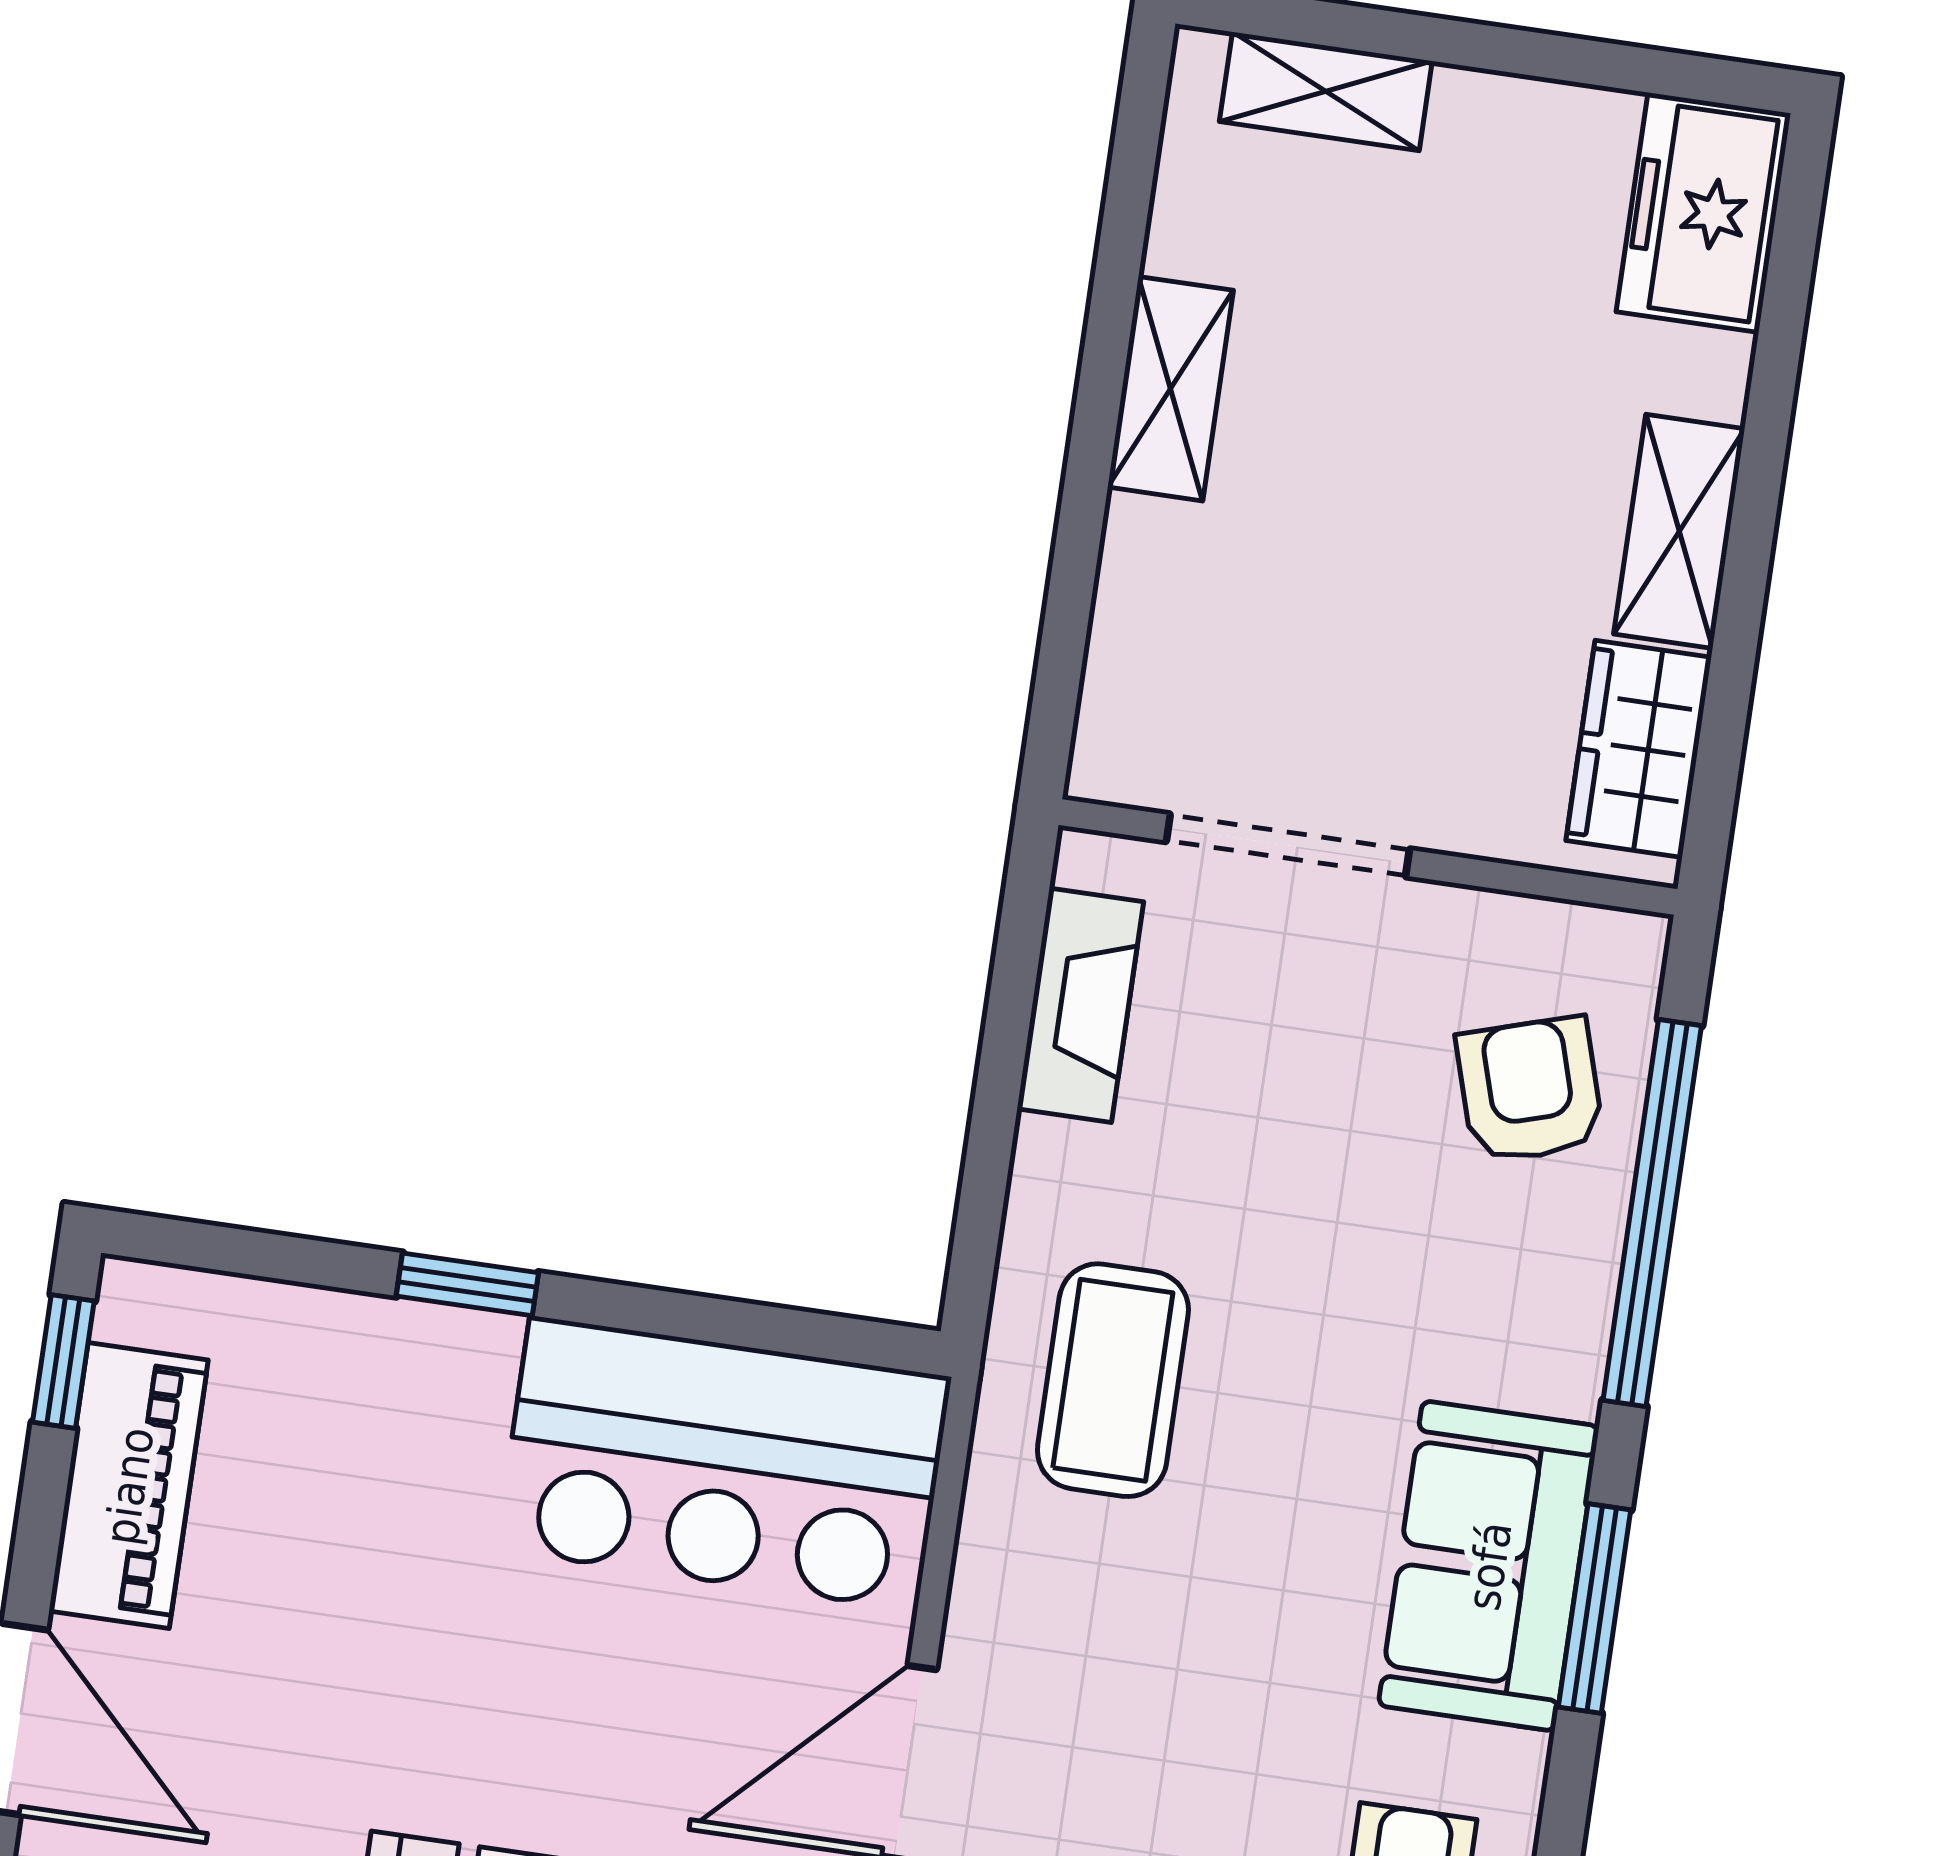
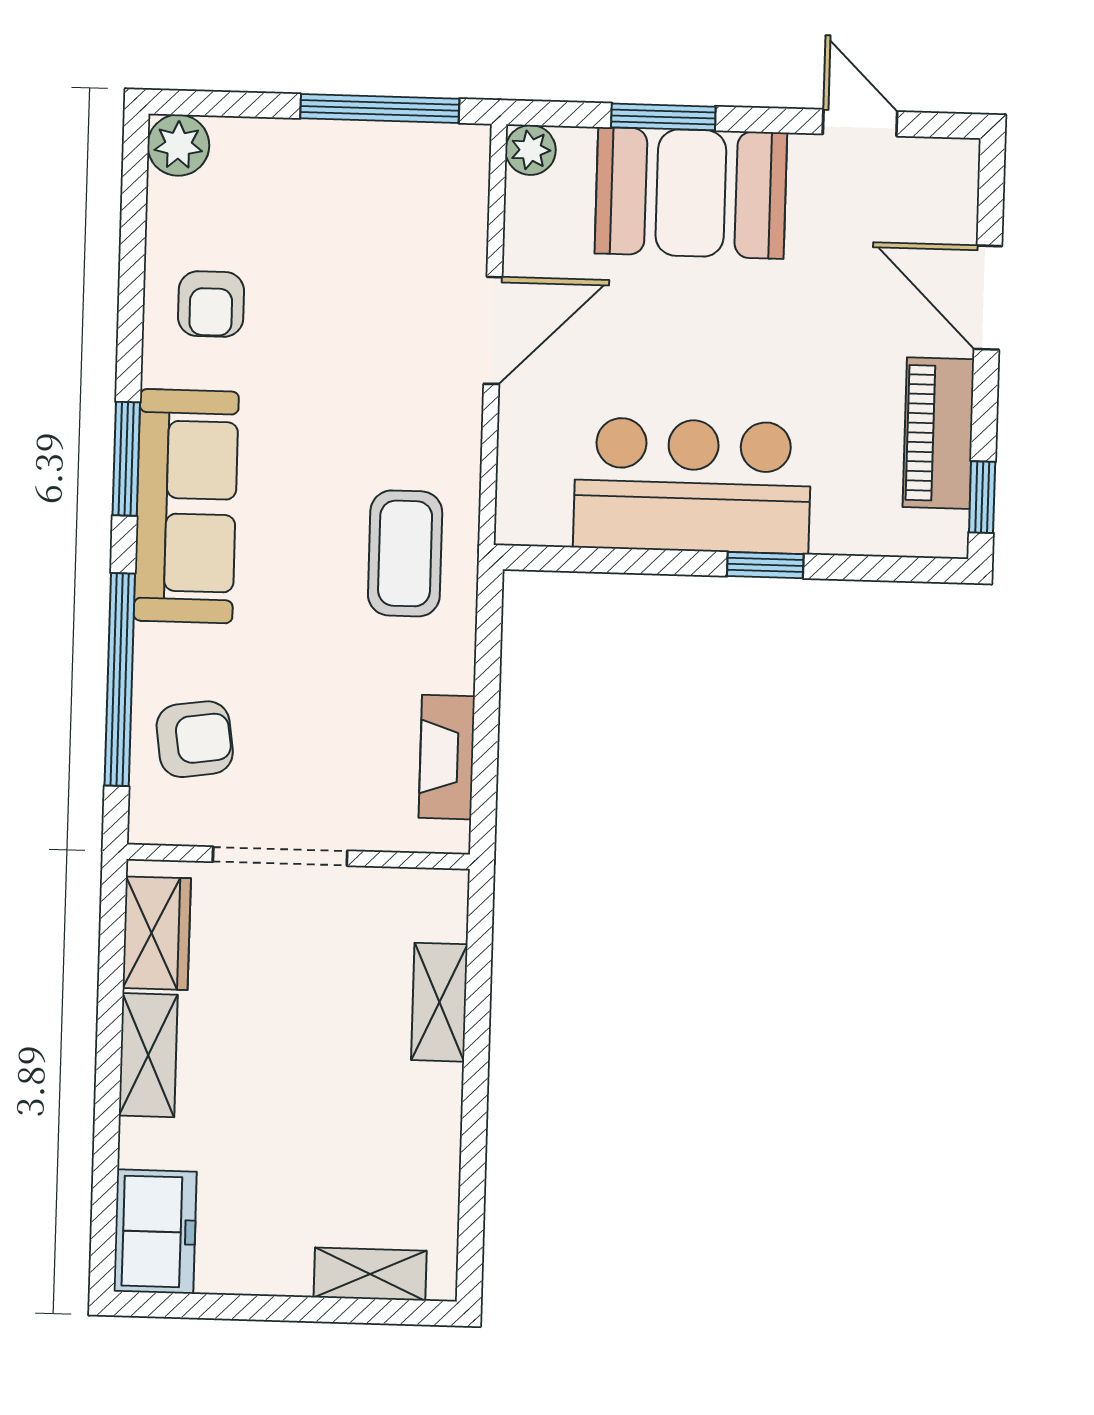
shelving: (1170, 389) -> (439, 1002), moved
doorway: (1288, 845) -> (280, 856), moved
armchair: (1530, 1090) -> (195, 739), turned -81
bar counter: (724, 1463) -> (692, 486), moved
sofa: (1489, 1566) -> (186, 506), width x1.36

